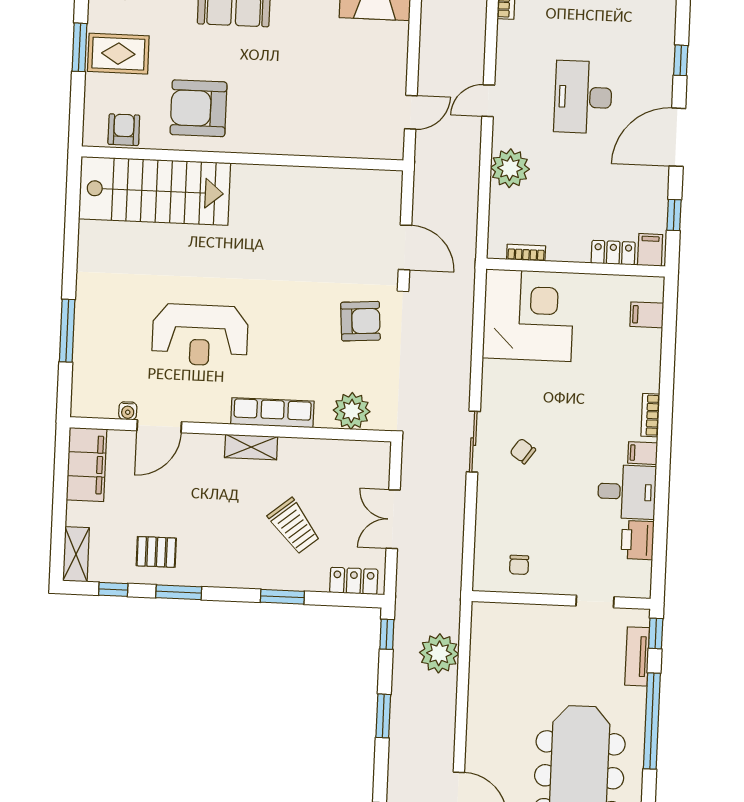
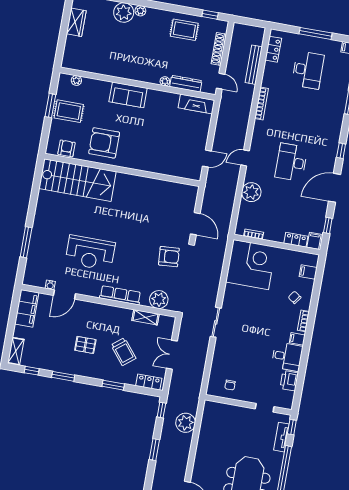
shelving: (251, 447) -> (146, 317), moved
chair: (523, 451) -> (295, 297), moved
pallet: (156, 552) -> (85, 345), moved

